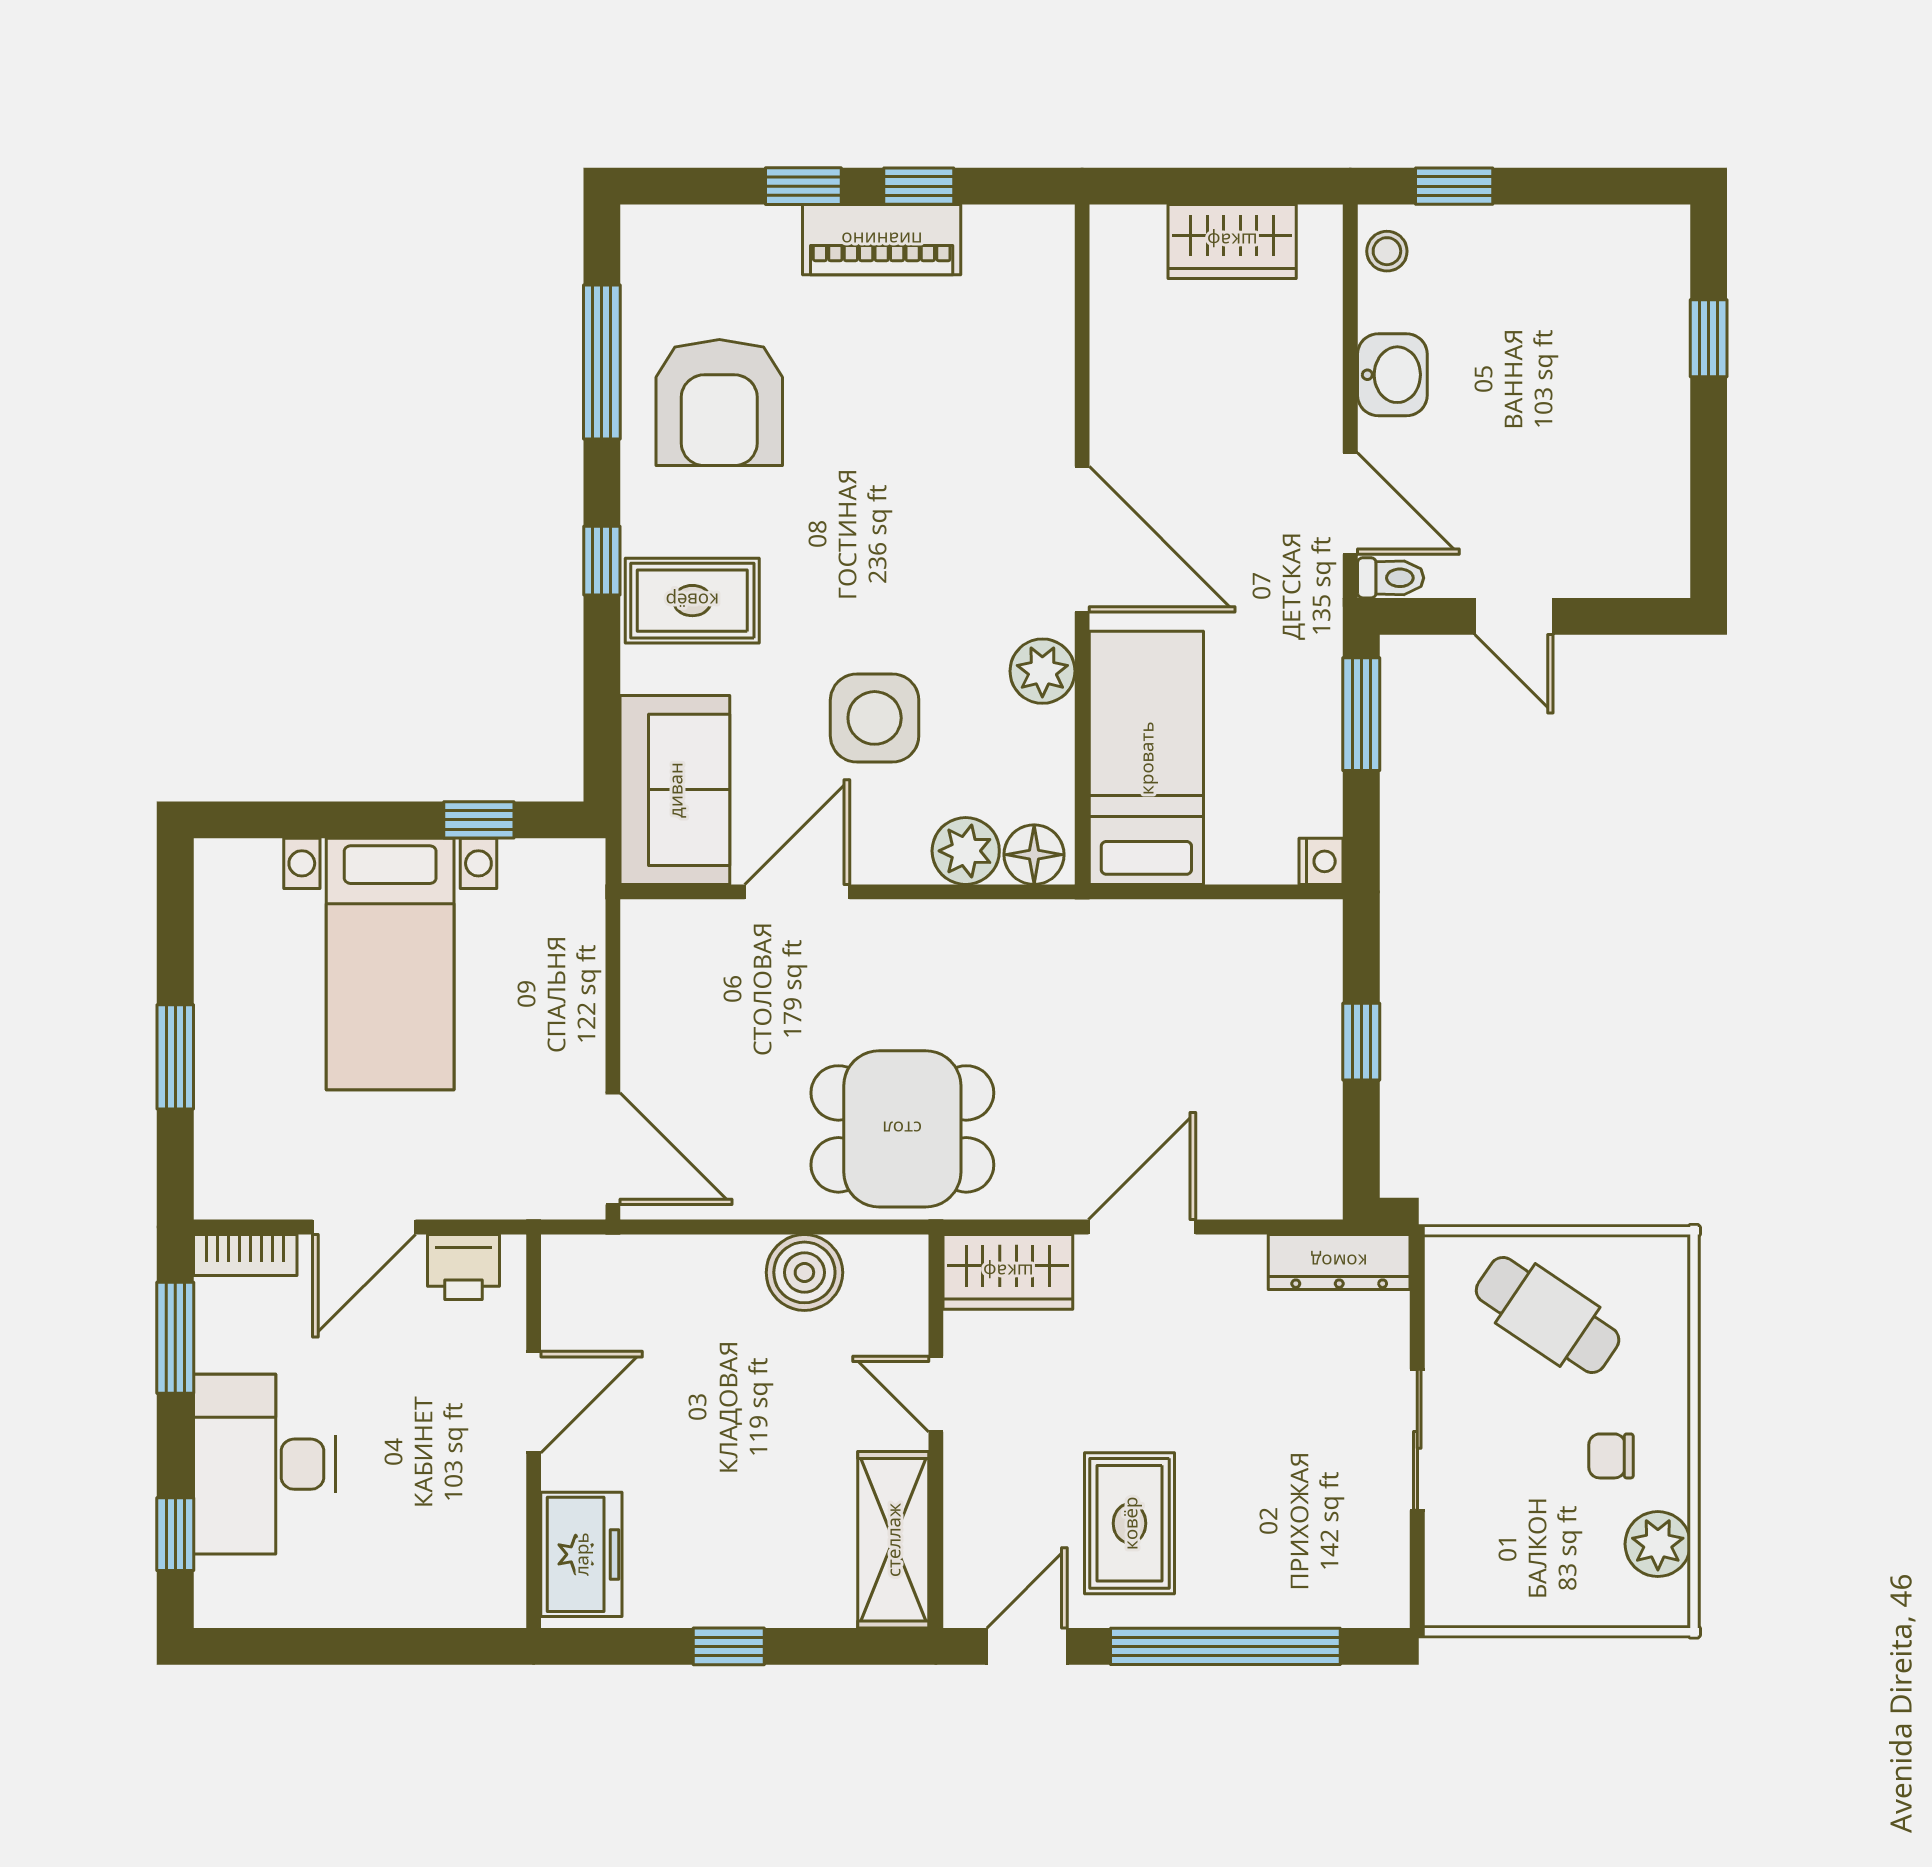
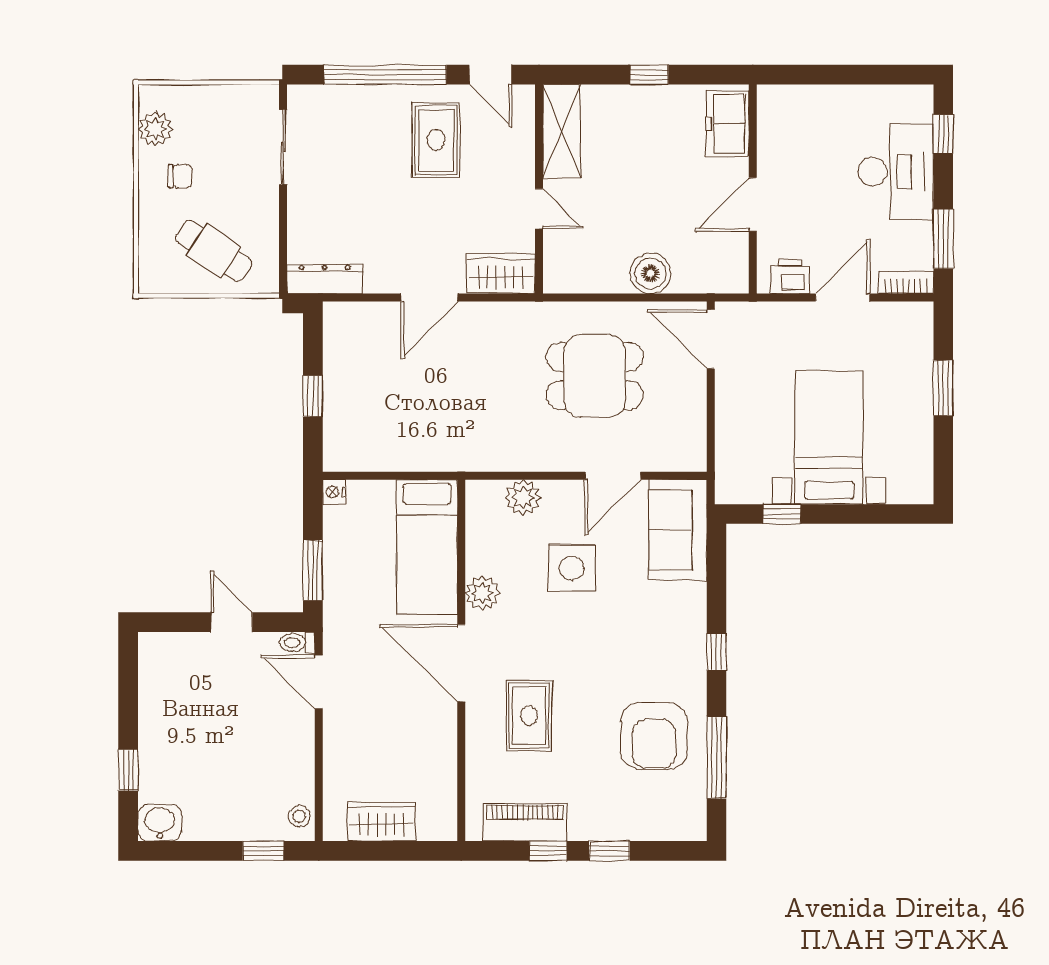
piano: (882, 240) -> (525, 822), moved
washbasin: (1392, 375) -> (160, 823), moved, turned 90
armchair: (719, 403) -> (654, 736), turned 180
rug: (692, 601) -> (529, 716), moved, turned 90
floor lamp: (1034, 855) -> (487, 496), removed
dining table: (902, 1129) -> (595, 376), moved
boiler: (804, 1272) -> (650, 273), moved
sliding door: (1417, 1440) -> (283, 147), moved
door: (1027, 1646) -> (491, 75), hinge flipped

